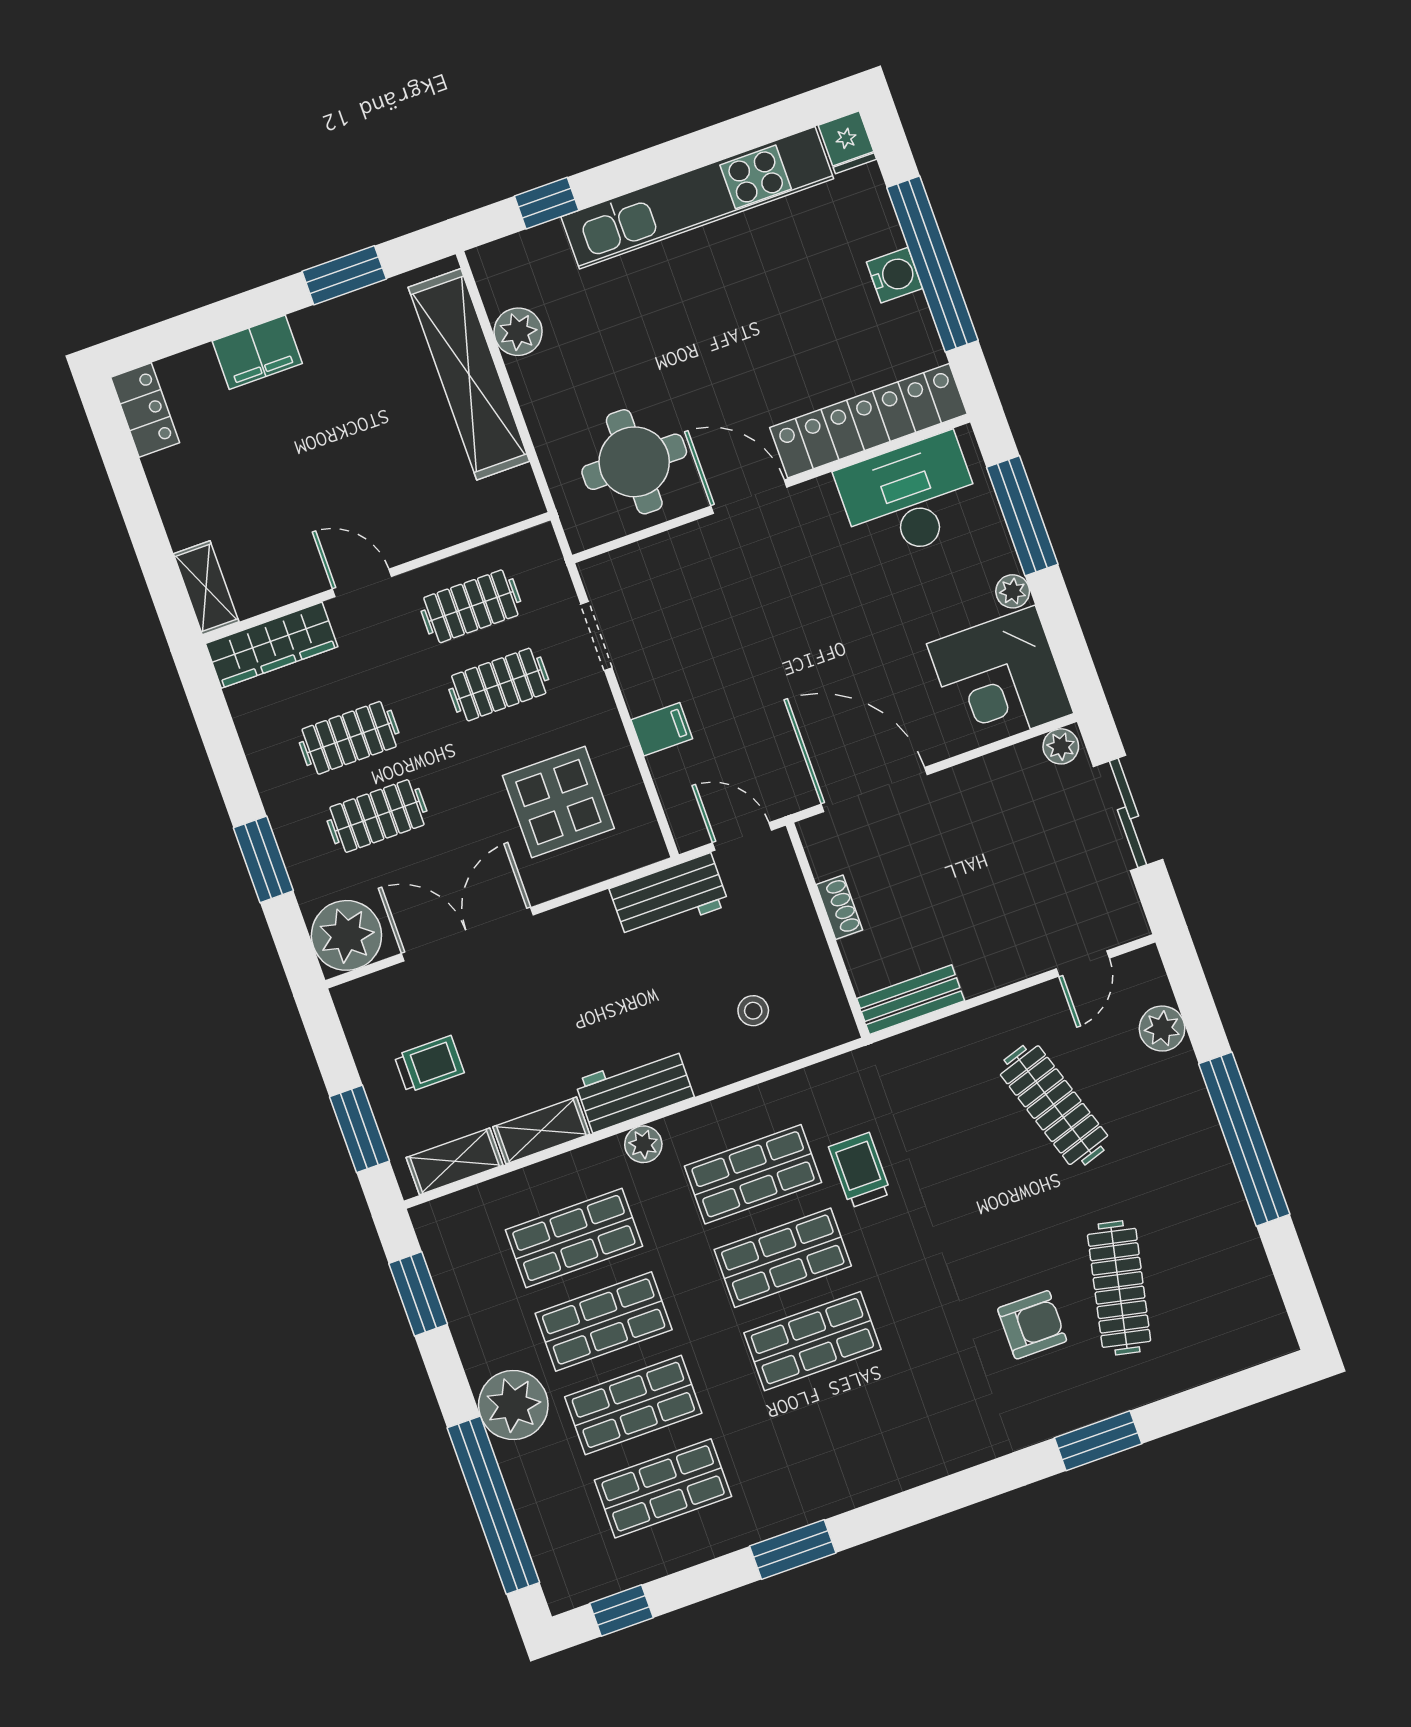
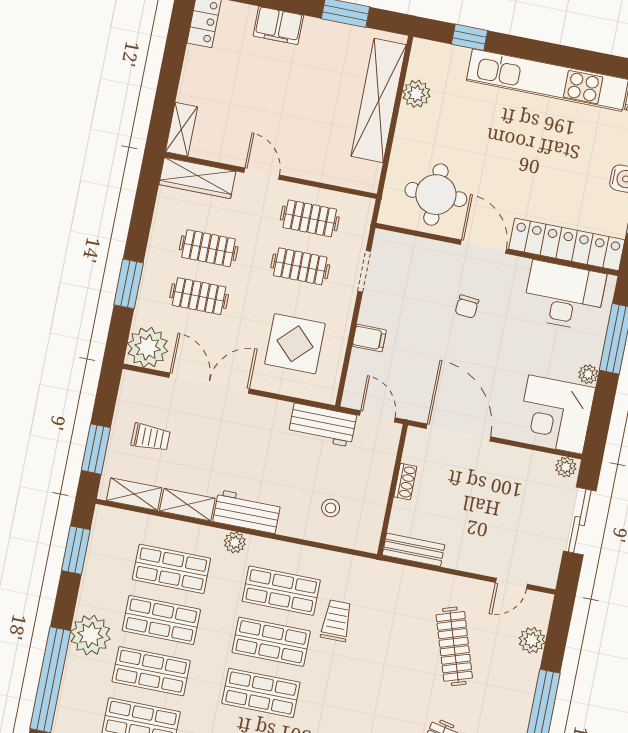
chair: (777, 598) -> (467, 307), added

